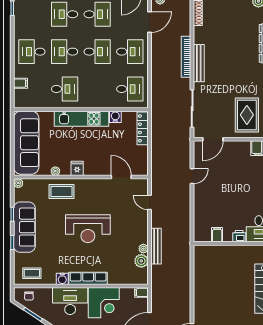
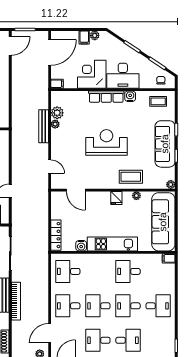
desk: (65, 52) -> (128, 306), turned 180
filing cabinet: (20, 83) -> (169, 258), moved

